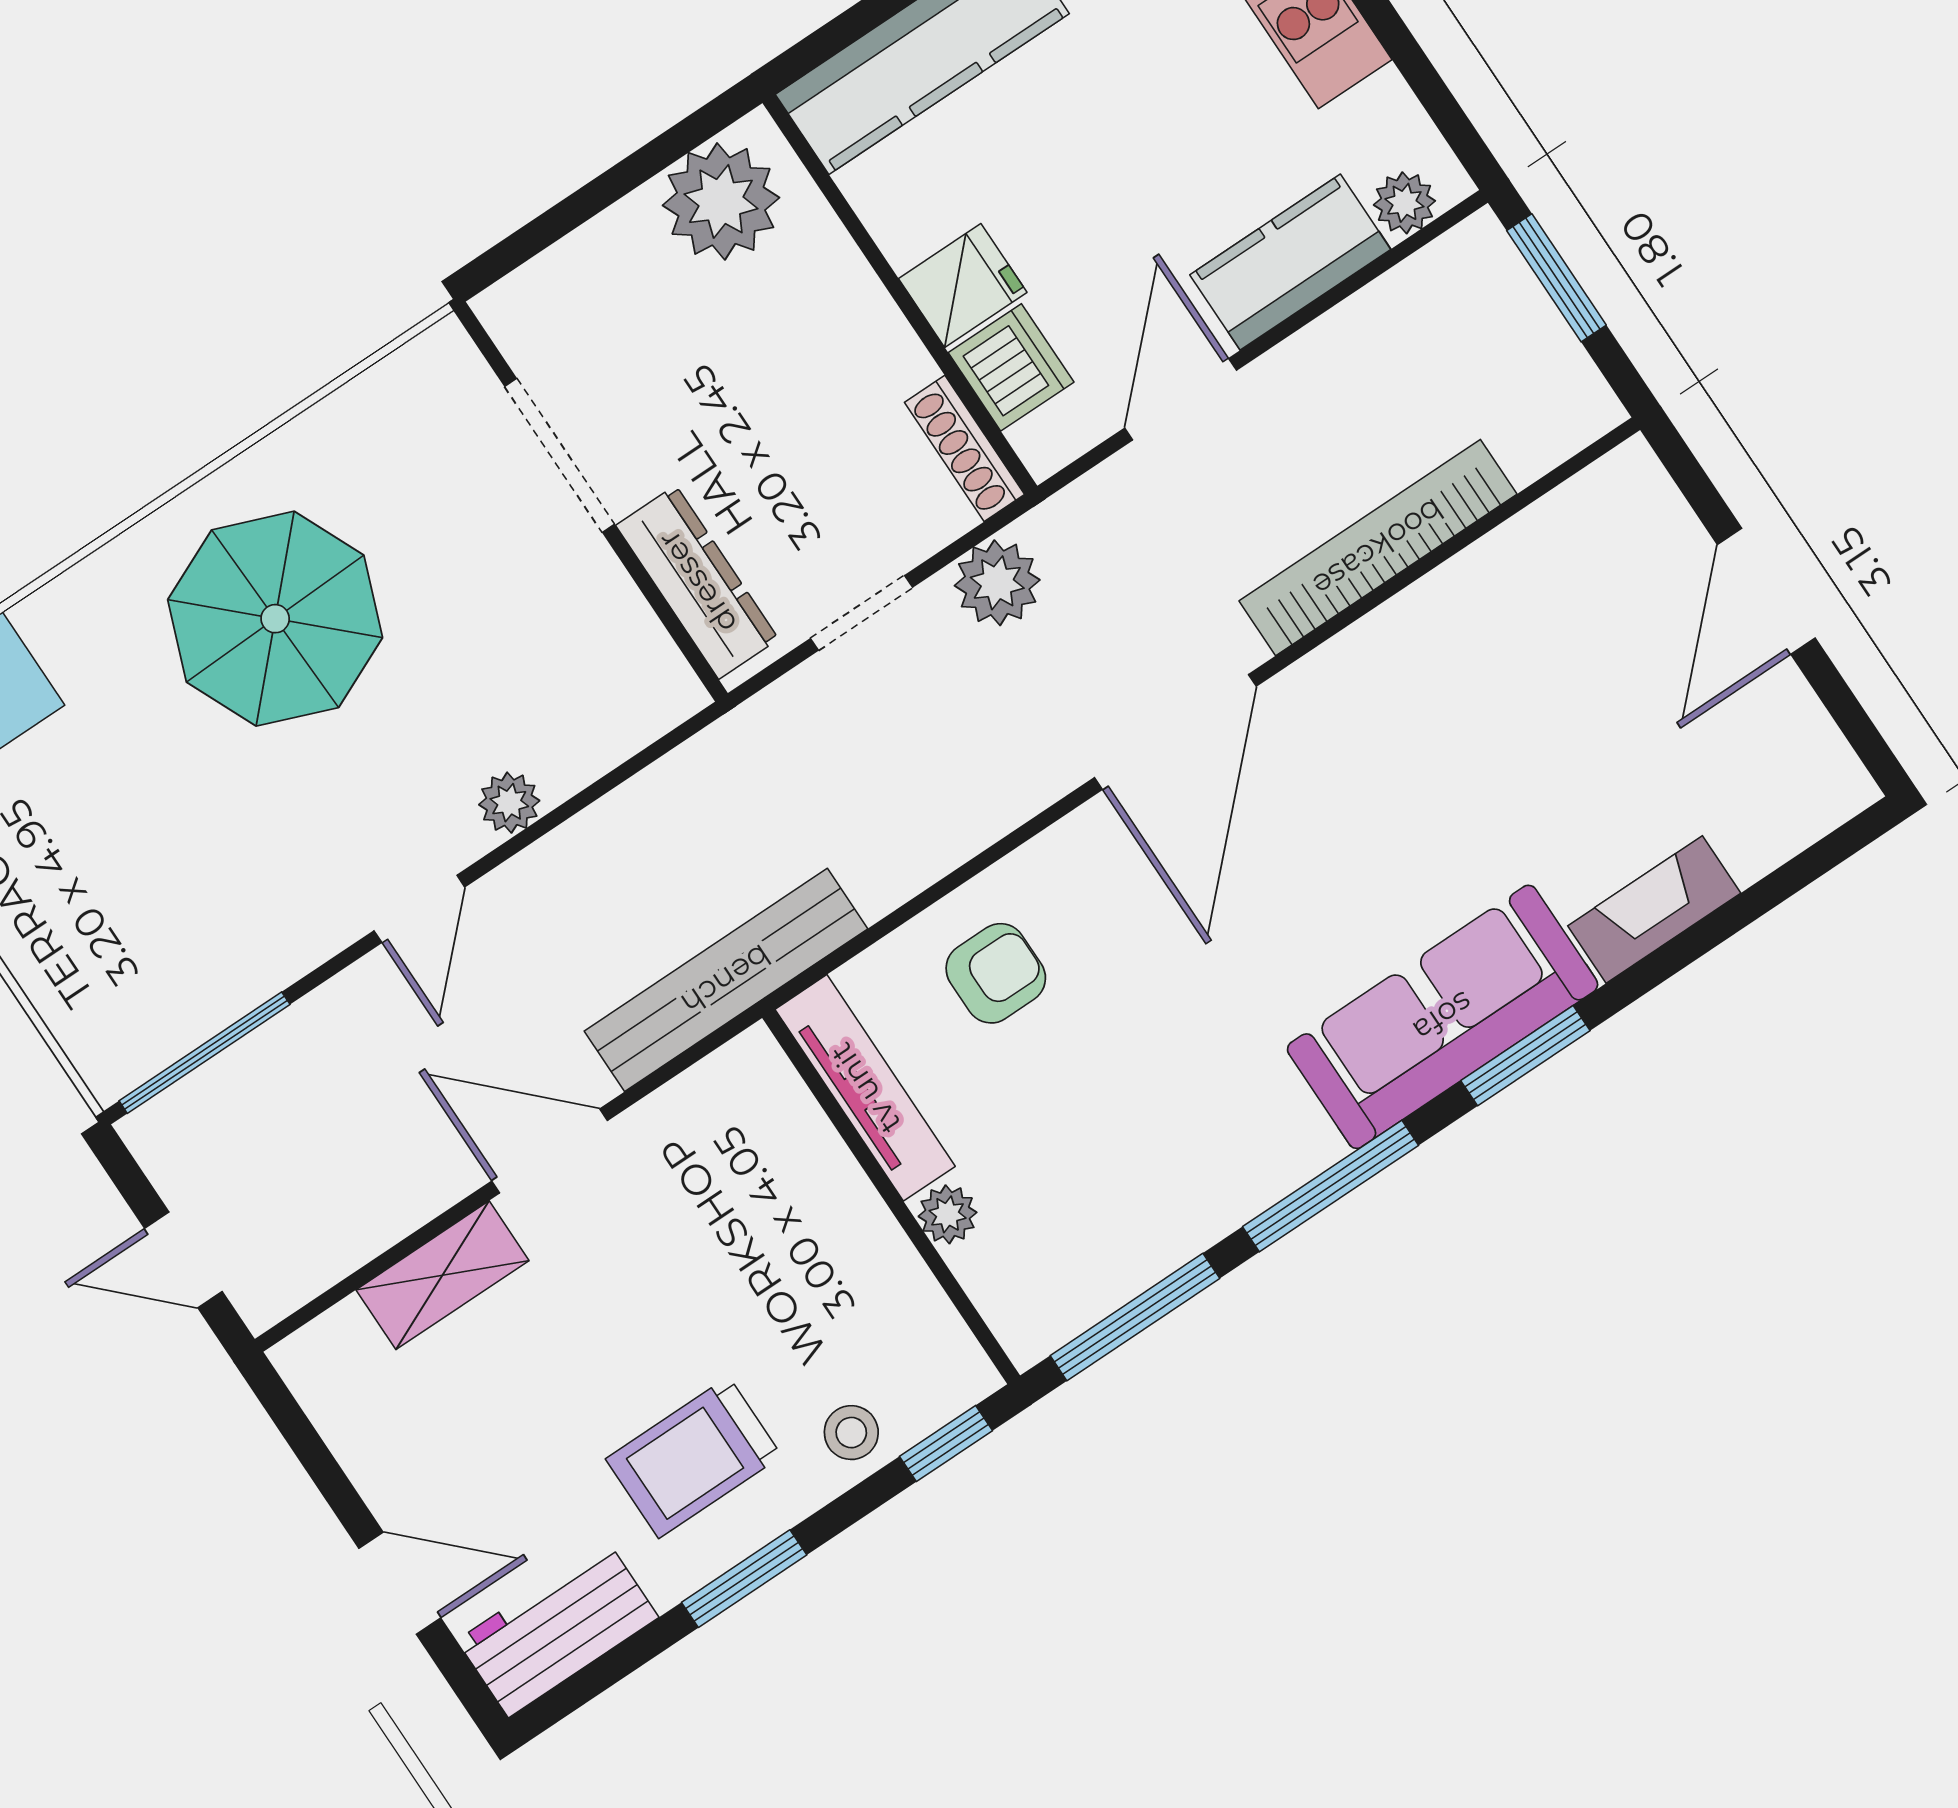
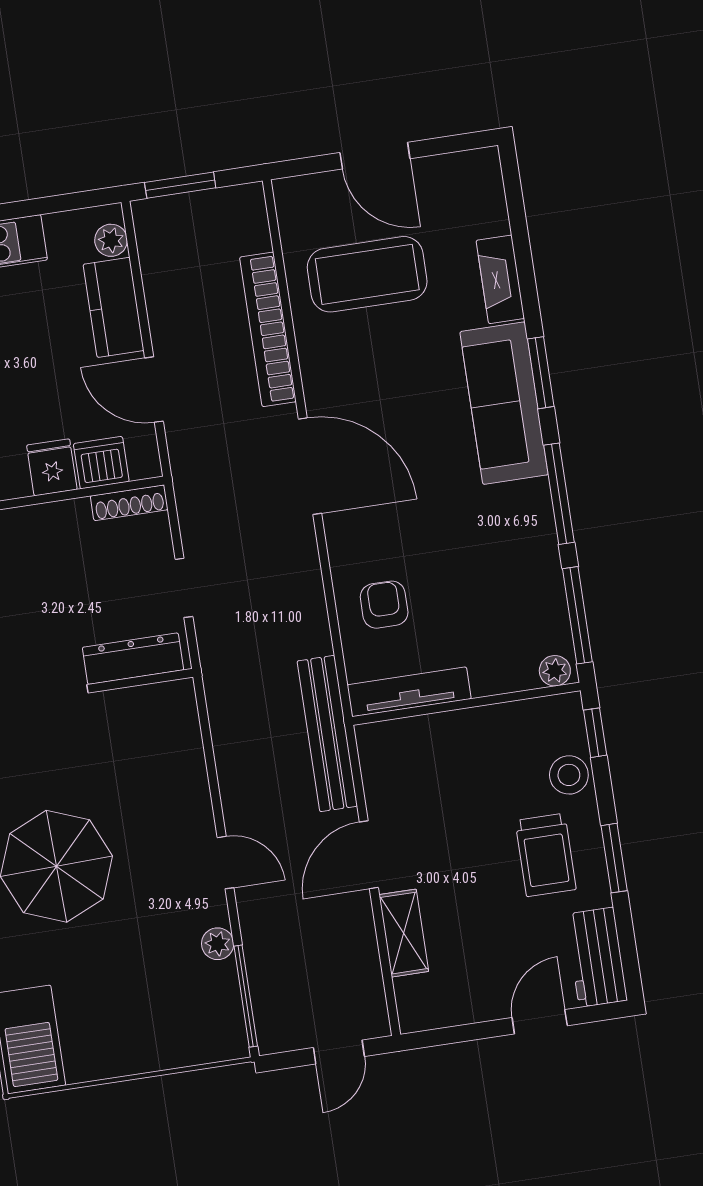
plant: (997, 583) -> (200, 517), removed
coffee table: (1554, 675) -> (367, 274), added
plant: (509, 803) -> (218, 944), moved
plant: (948, 1214) -> (555, 671), moved
stool: (851, 1433) -> (569, 775), width x1.37, depth x1.37

